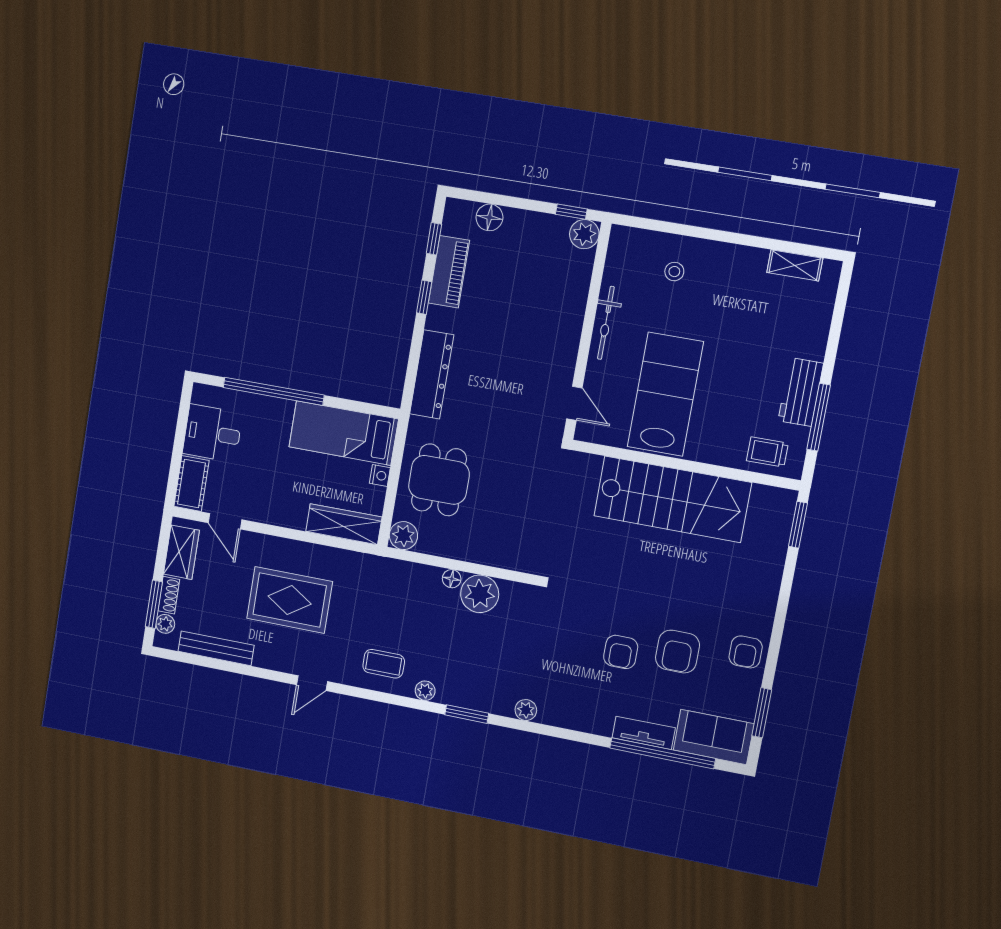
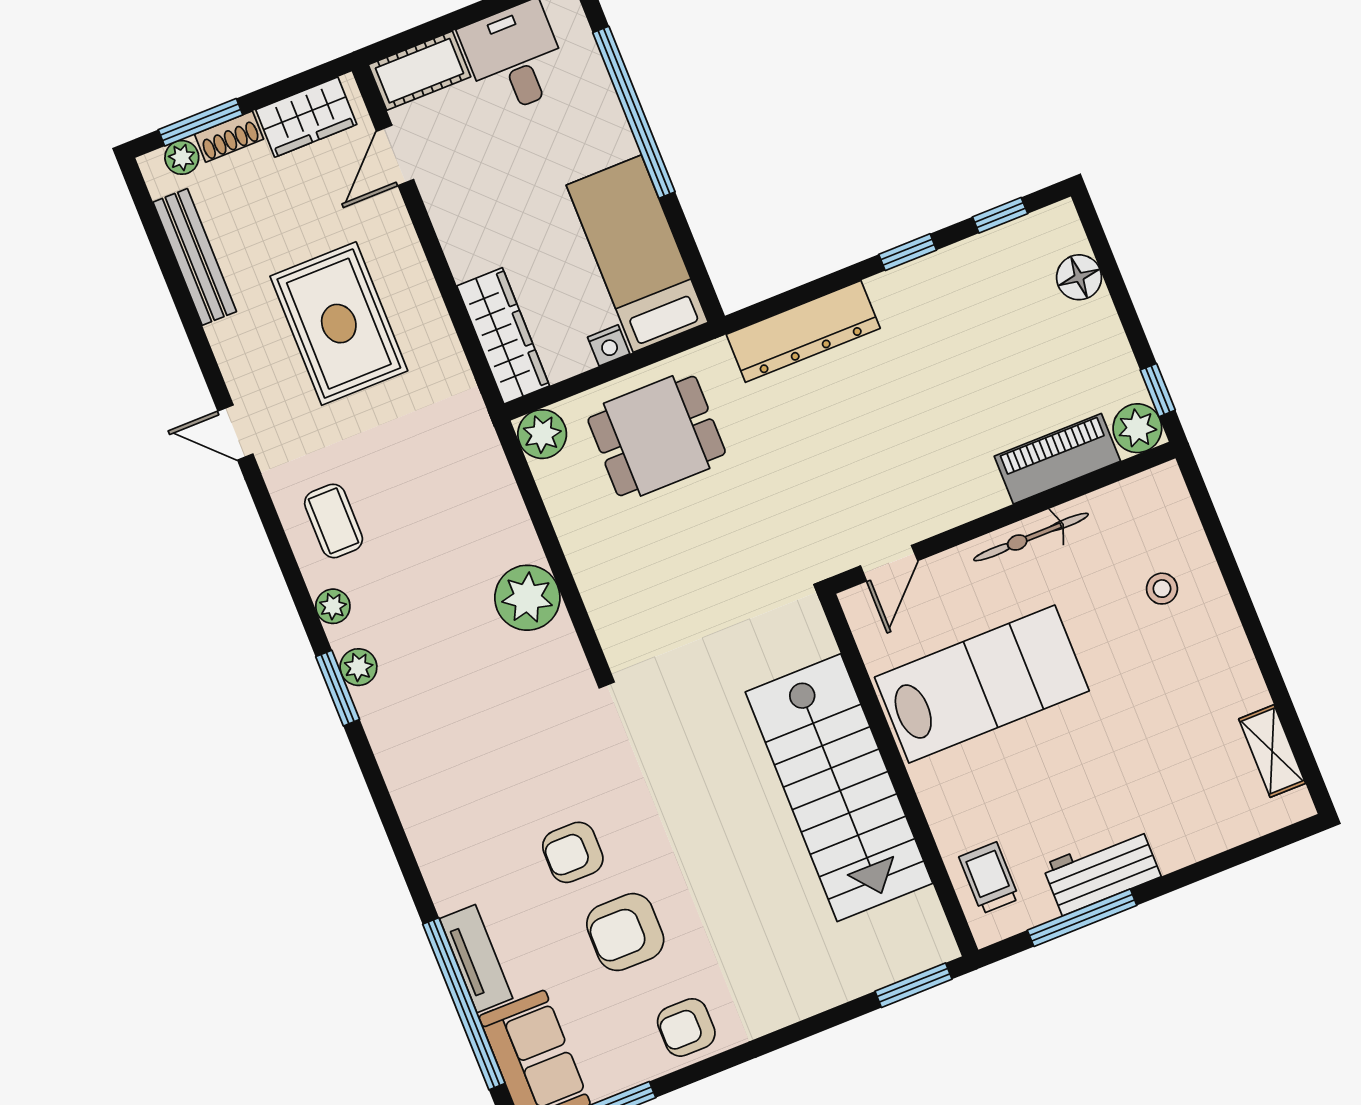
piano: (449, 272) -> (1057, 459), moved, turned 180
floor lamp: (452, 579) -> (524, 543), removed
plant: (526, 710) -> (358, 667), moved

